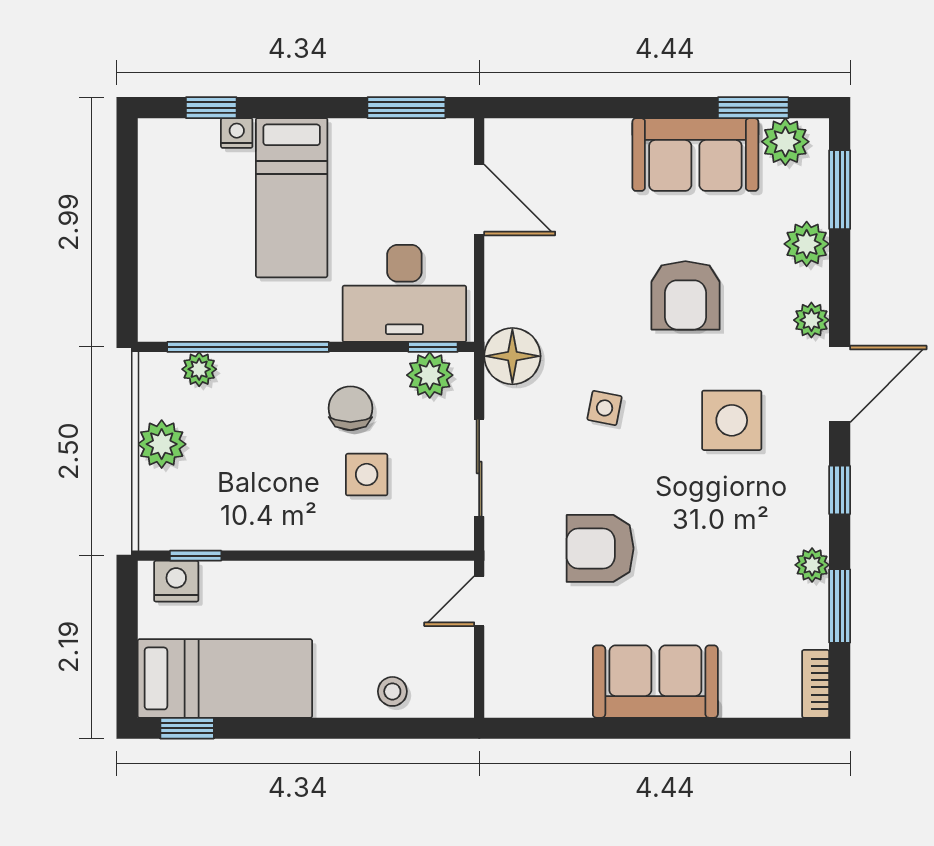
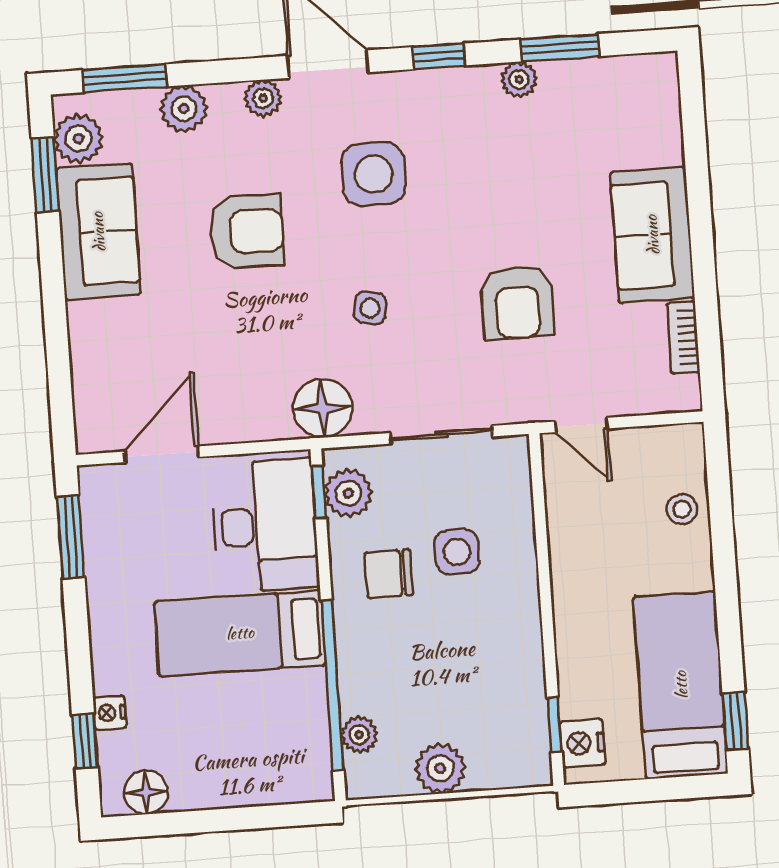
floor lamp: (158, 162) -> (146, 792), added
bed: (292, 198) -> (240, 633), moved, turned 180
bookcase: (816, 684) -> (683, 338), moved, turned 90

